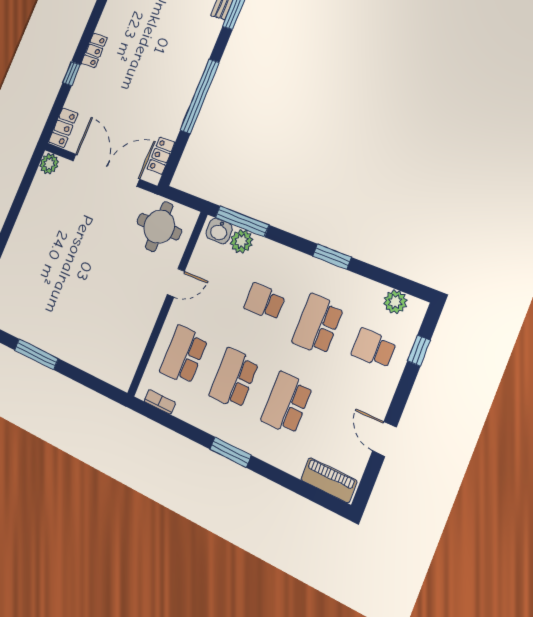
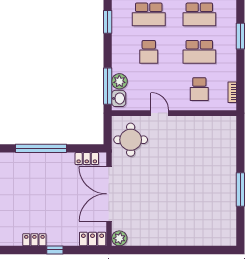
school desk: (184, 355) -> (199, 89), width x0.54

